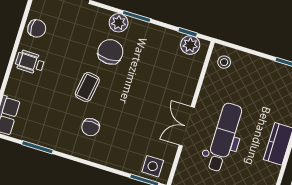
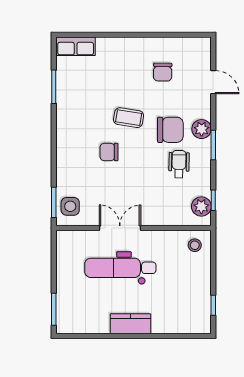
chair: (37, 28) -> (163, 72), moved
wheelchair: (30, 62) -> (179, 164), moved
chair: (91, 127) -> (109, 152), moved
dental chair: (224, 137) -> (120, 268), turned 180

